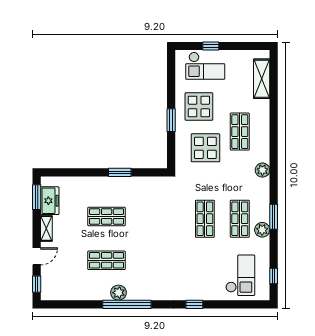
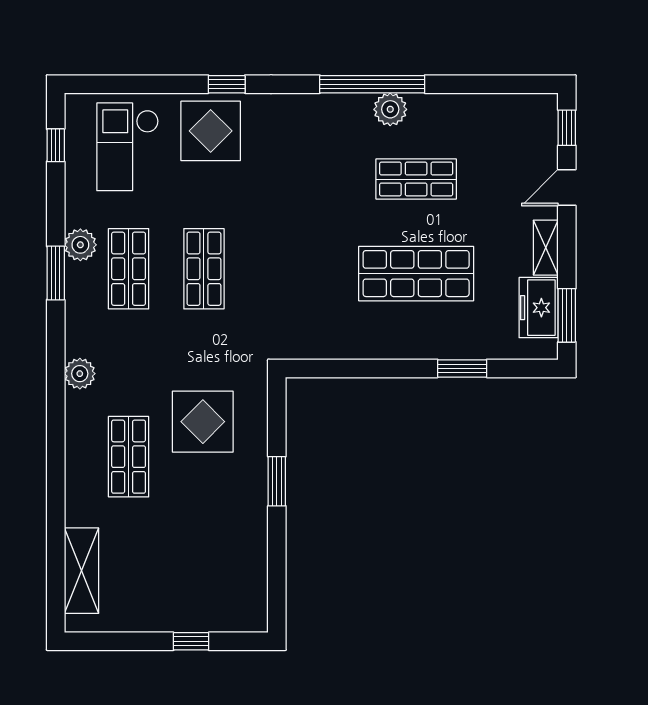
checkout: (205, 66) -> (203, 599), removed
display table: (199, 106) -> (211, 131), moved
window: (120, 172) -> (462, 368), moved
shop shelf: (107, 216) -> (416, 274), width x1.43, depth x1.36

